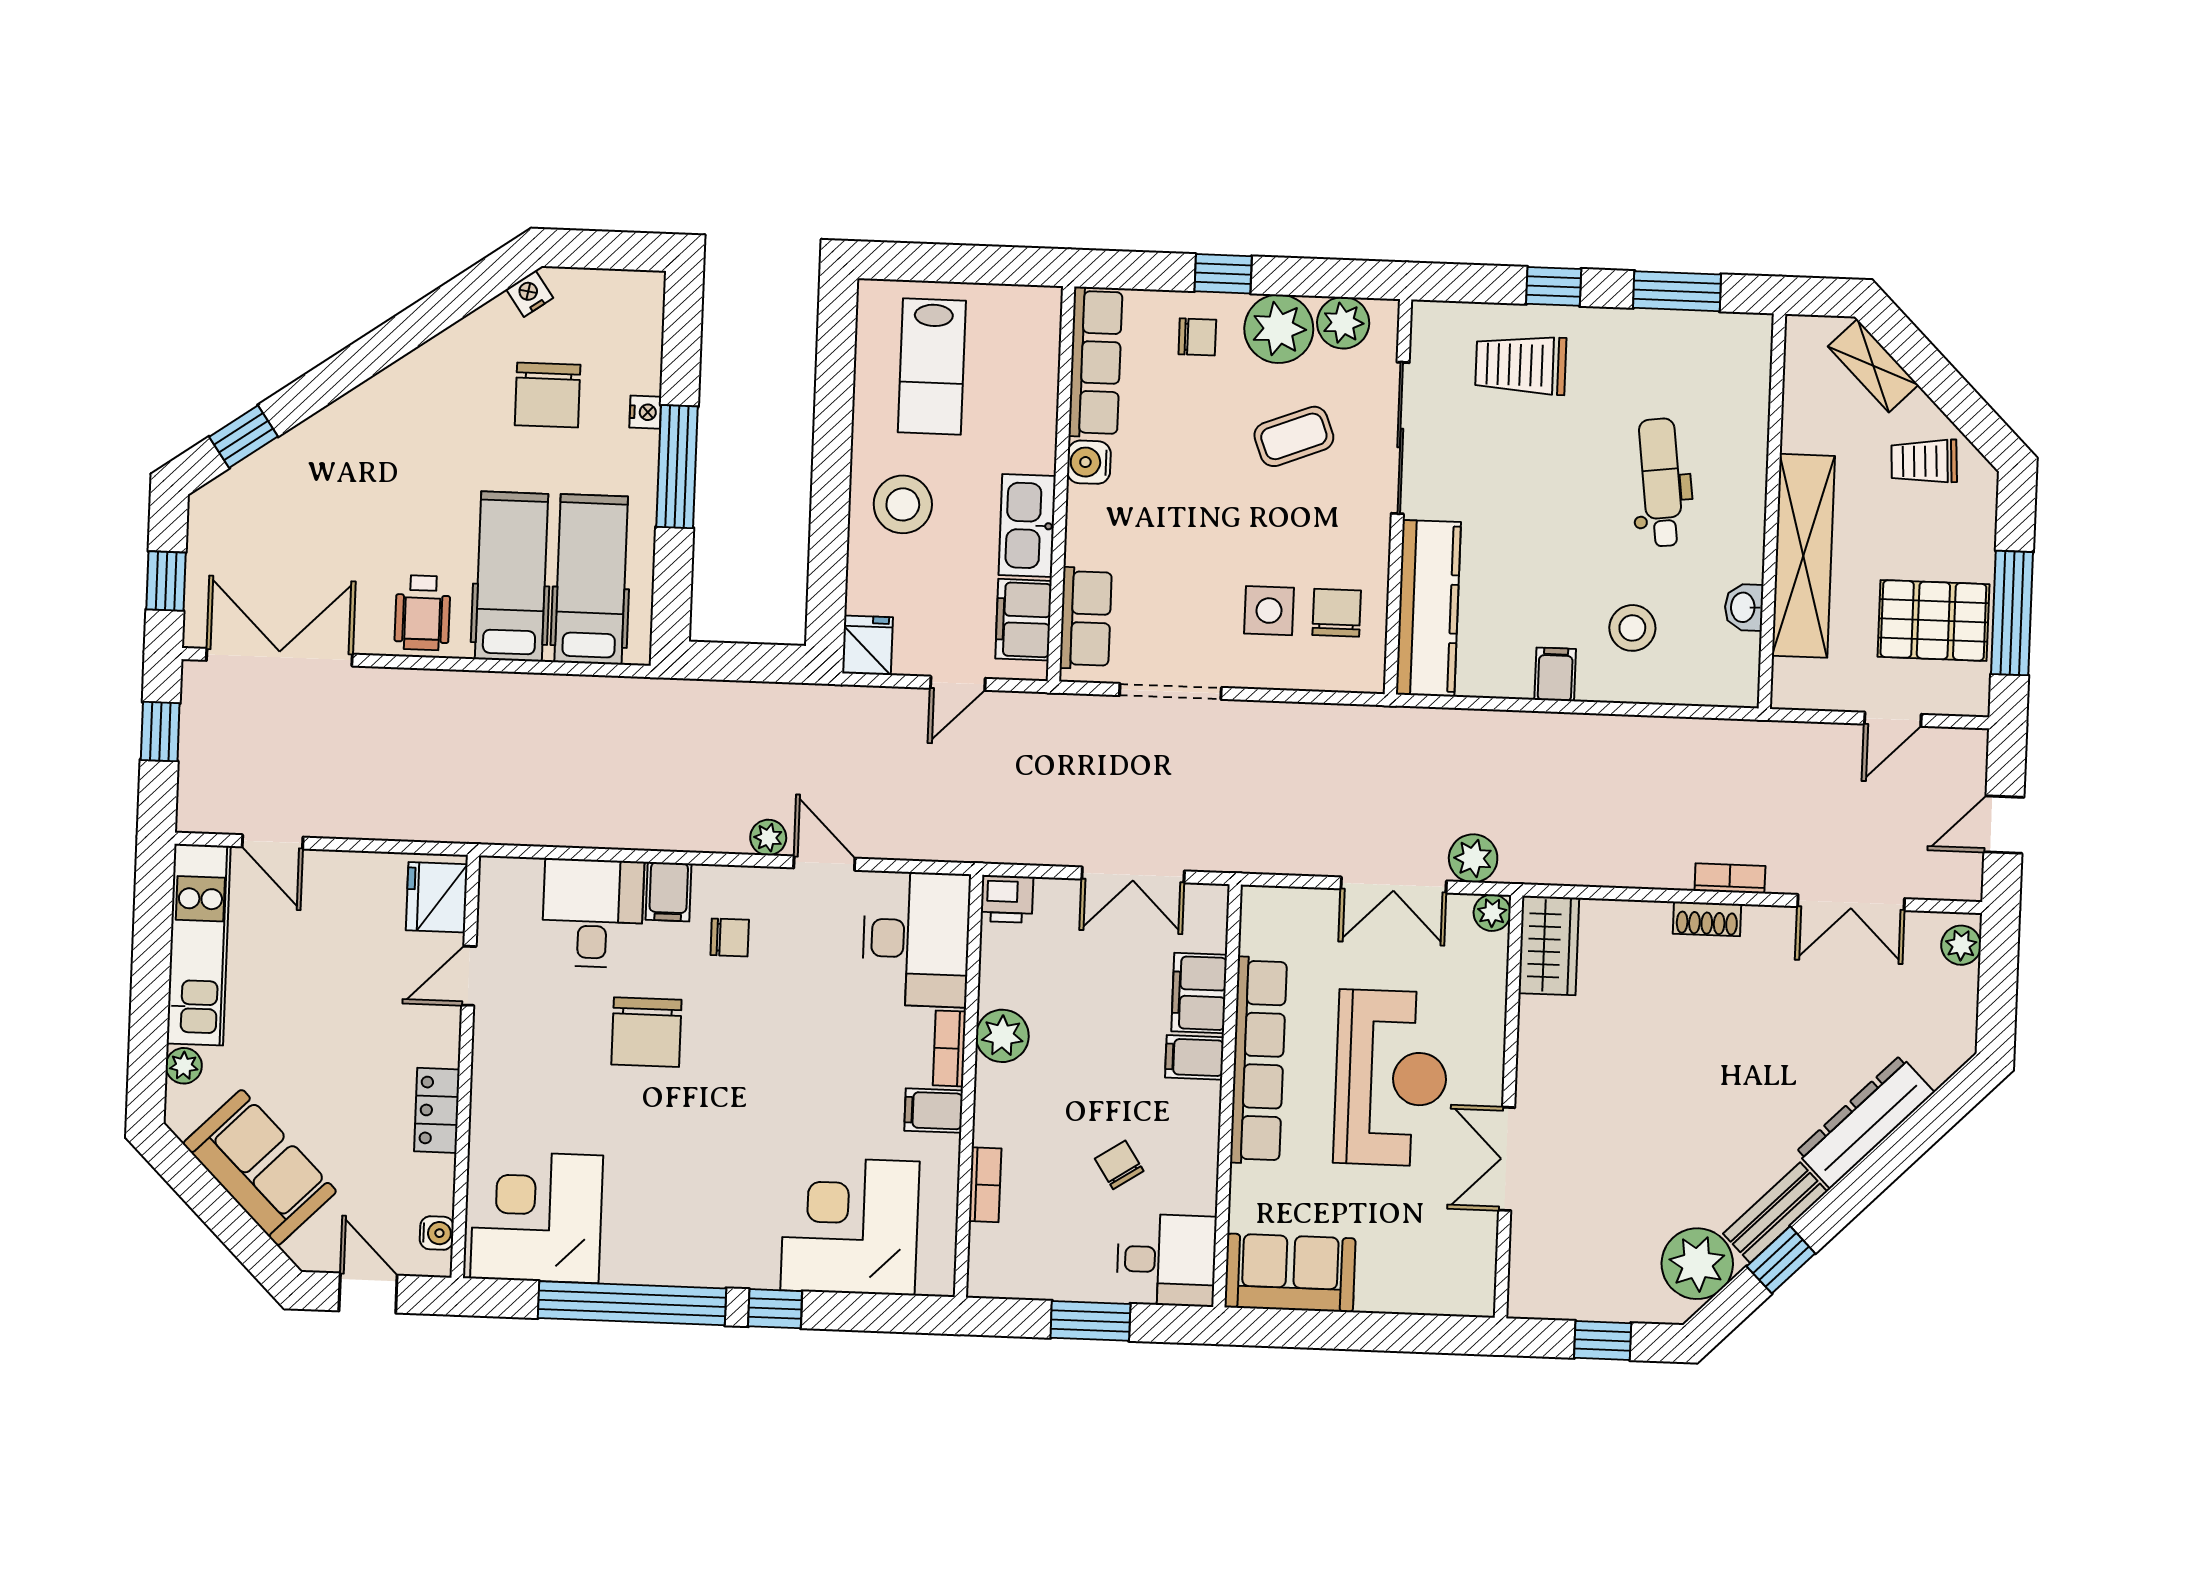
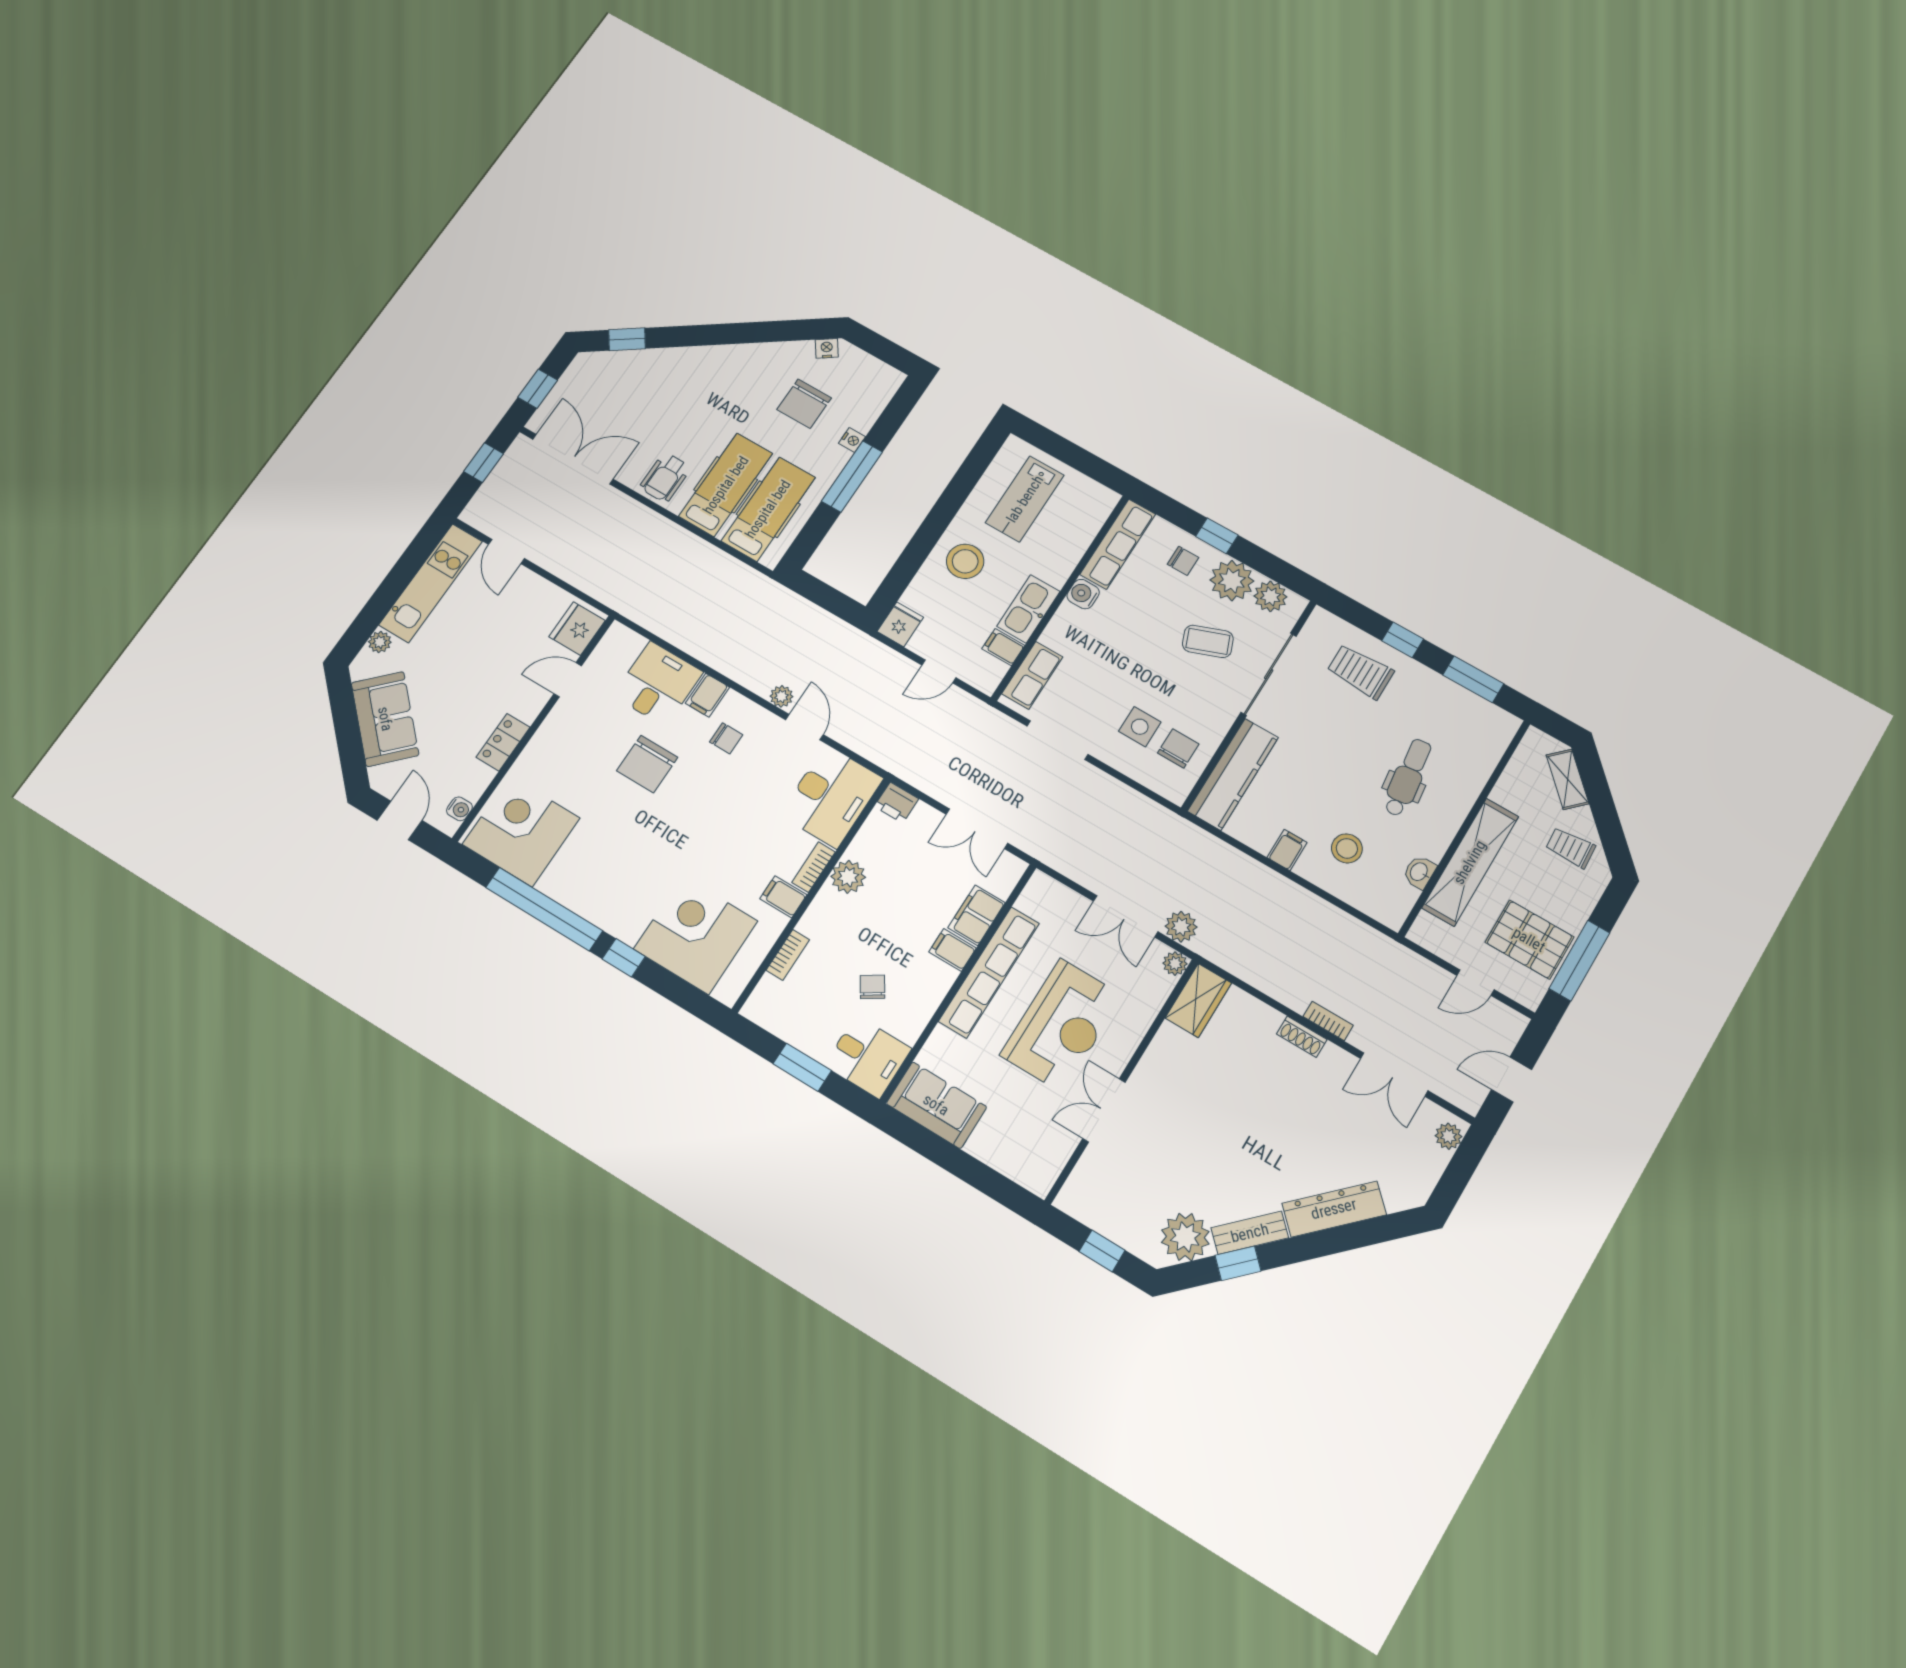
filing cabinet: (1024, 620) -> (1003, 647), width x0.50

